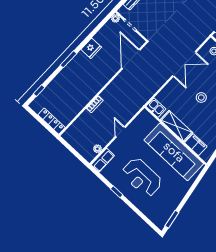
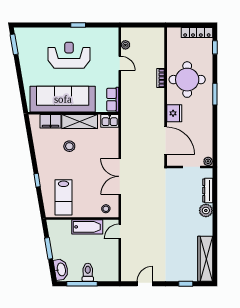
fridge: (91, 48) -> (174, 113), moved, turned 180
round table: (78, 87) -> (187, 80), added
stool: (201, 97) -> (69, 146), moved
locker: (51, 121) -> (197, 32), moved
door: (120, 132) -> (120, 63), moved
row of seats: (103, 160) -> (113, 100), moved

